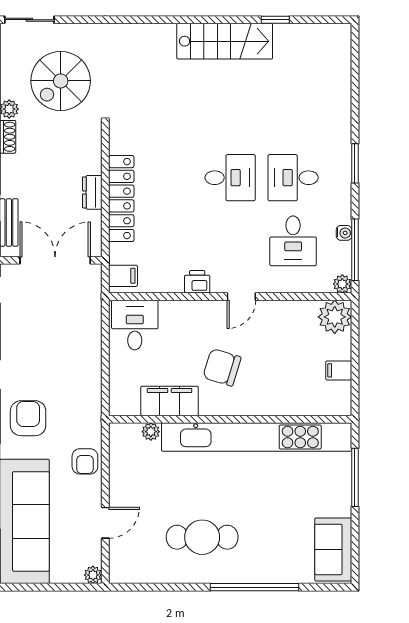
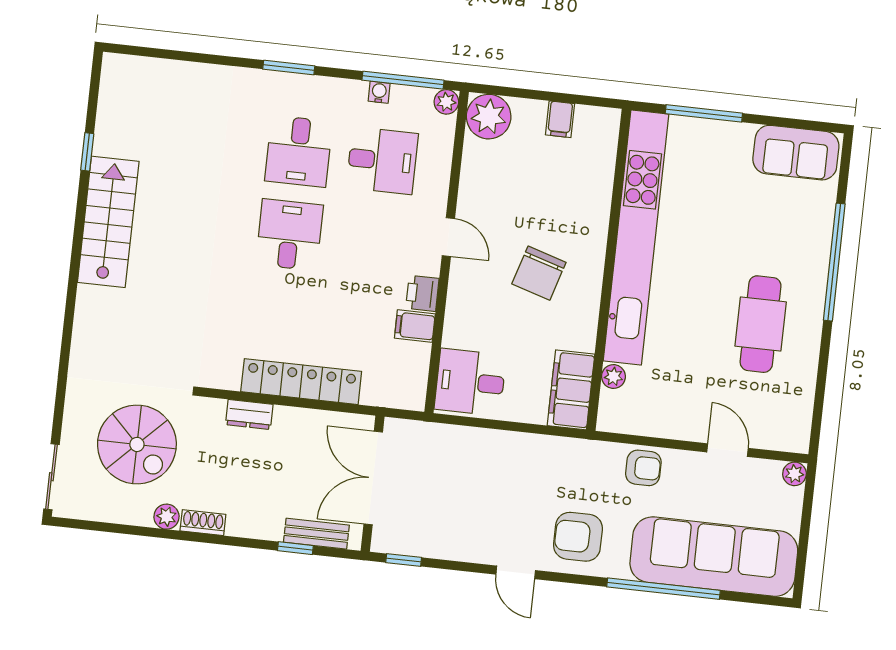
dresser: (92, 192) -> (249, 415), moved
filing cabinet: (123, 276) -> (415, 326), moved, turned -90
filing cabinet: (170, 401) -> (571, 390), moved

